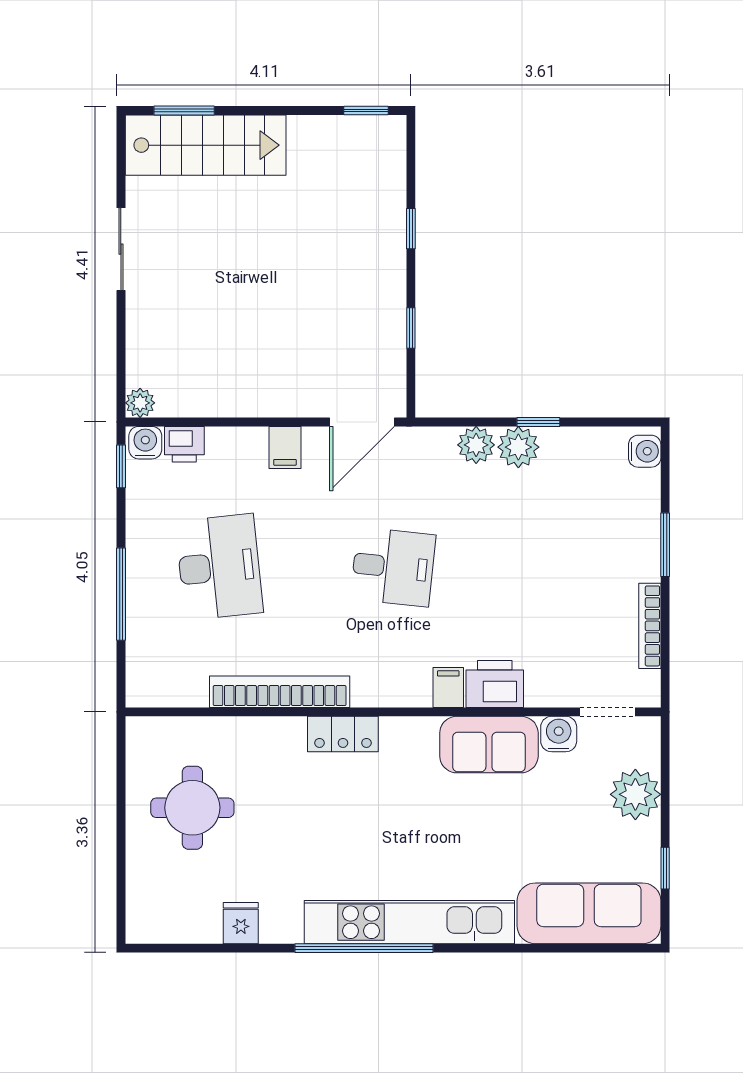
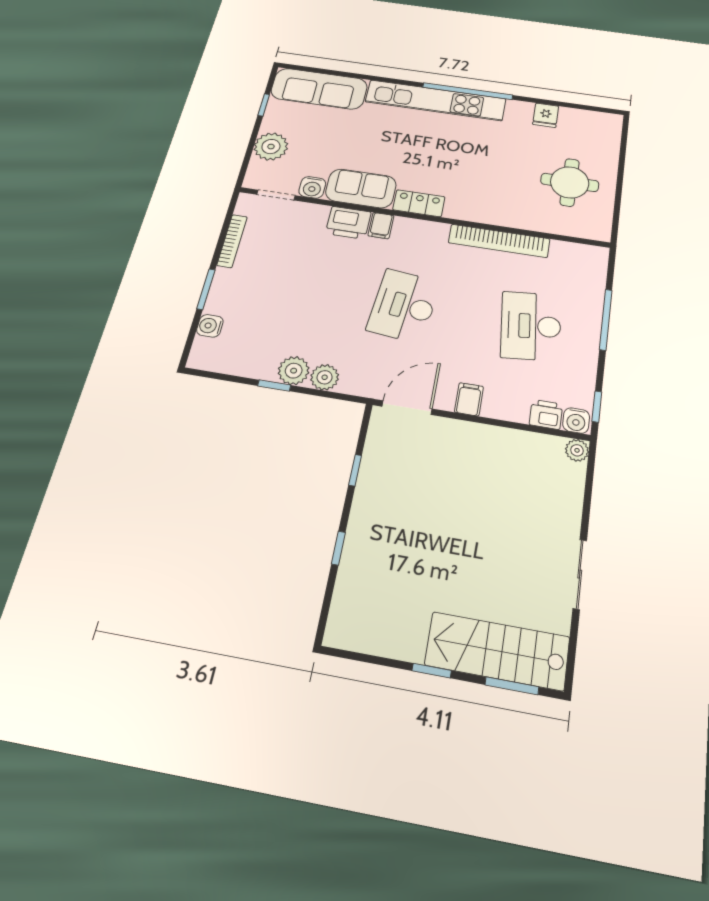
window: (366, 111) -> (432, 671), moved
water cooler: (645, 451) -> (210, 326), moved
desk: (393, 567) -> (404, 306), width x1.37
locker: (343, 734) -> (419, 203), moved

